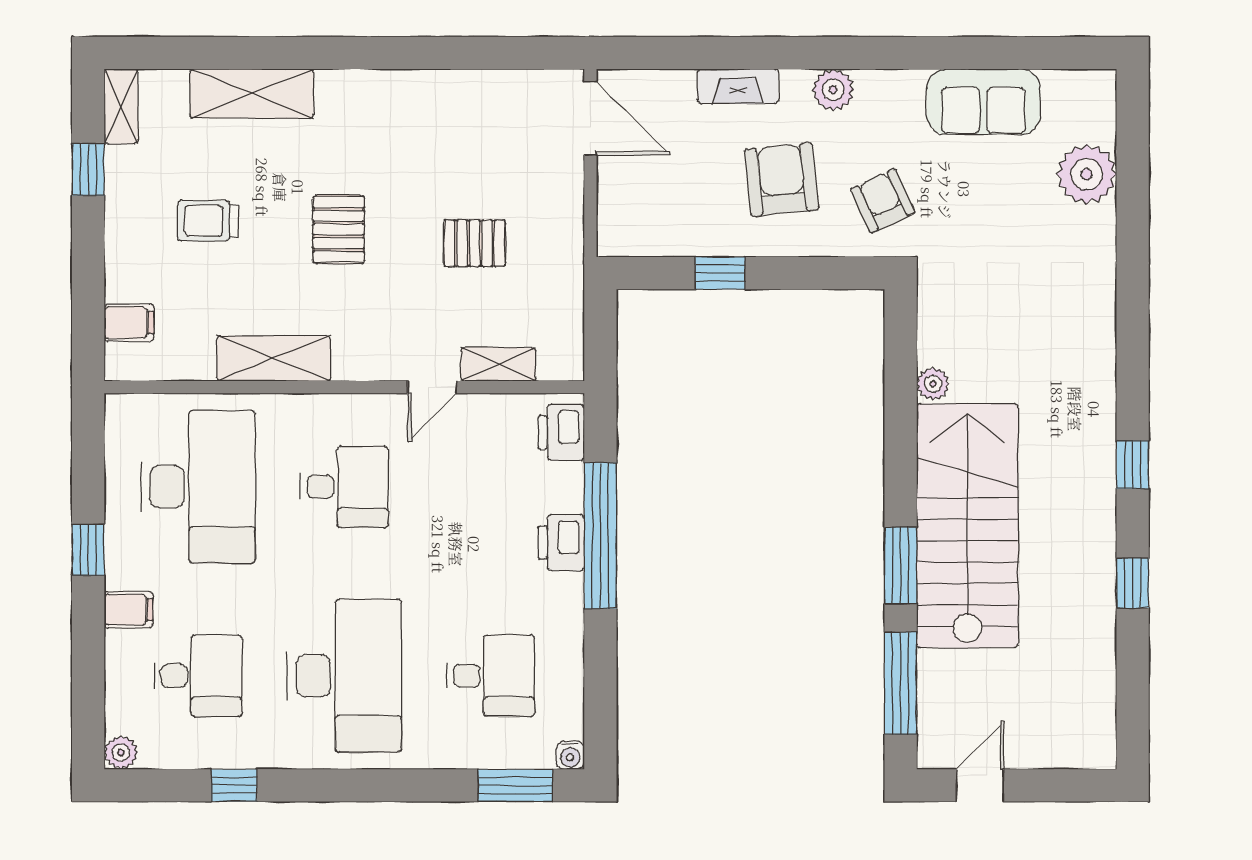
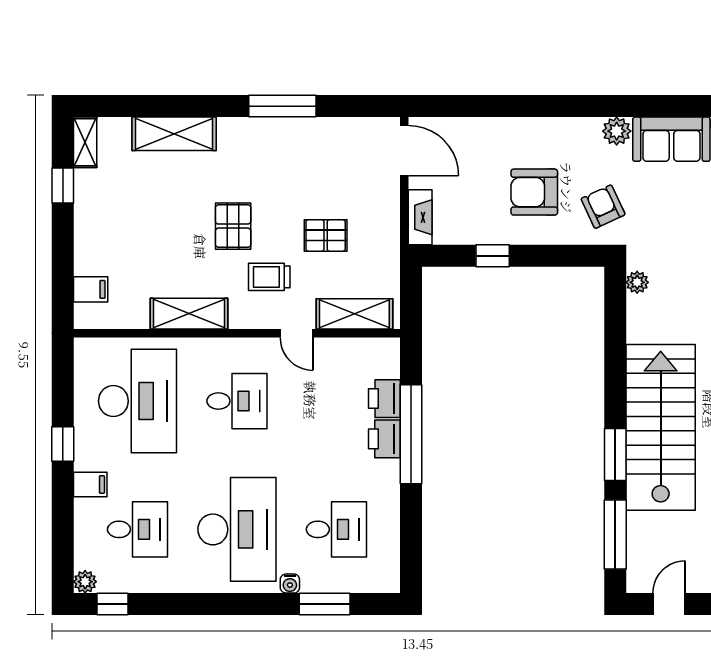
window: (411, 53) -> (282, 106), added
fireplace: (738, 86) -> (420, 217), moved, turned -90
plant: (833, 90) -> (617, 131), moved
armchair: (782, 179) -> (534, 192), turned -84
trolley: (208, 221) -> (269, 277), moved
shelving: (498, 364) -> (354, 314), width x1.50, depth x1.33
plant: (933, 384) -> (637, 282), moved
door: (432, 387) -> (297, 333), hinge flipped
printer: (561, 432) -> (384, 399), moved
water cooler: (570, 755) -> (290, 584), moved
window: (234, 785) -> (112, 604), moved
window: (515, 785) -> (325, 604), moved

